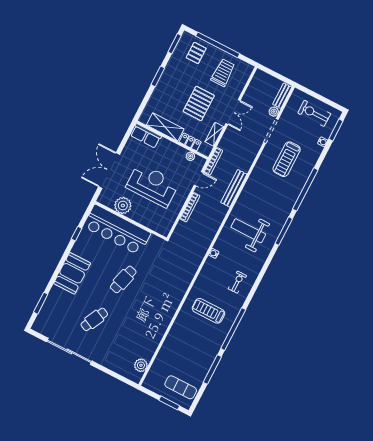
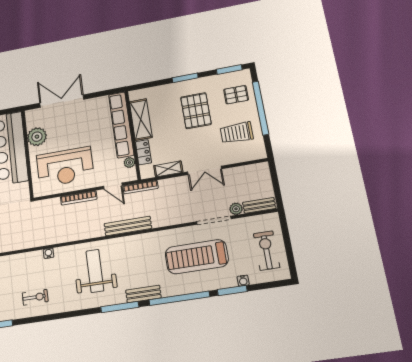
trolley: (223, 73) -> (237, 133), turned 180
pallet: (199, 103) -> (196, 111), moved, turned 90
window: (336, 130) -> (232, 291), moved
row of seats: (146, 136) -> (121, 125), width x2.02
treadmill: (287, 159) -> (197, 257), width x1.37, depth x1.38
reception desk: (153, 185) -> (65, 167), moved, turned 90
bench: (286, 210) -> (143, 294), added

